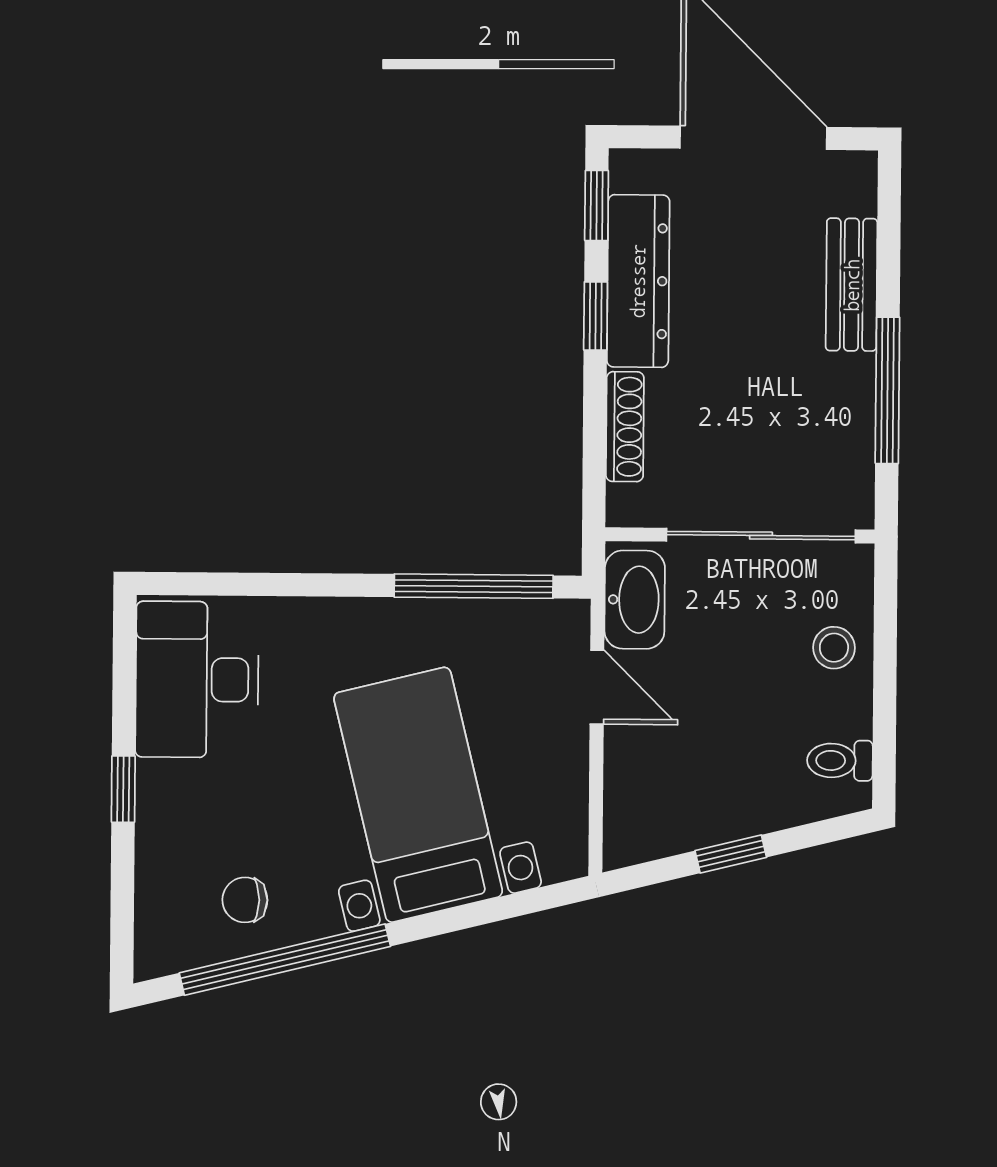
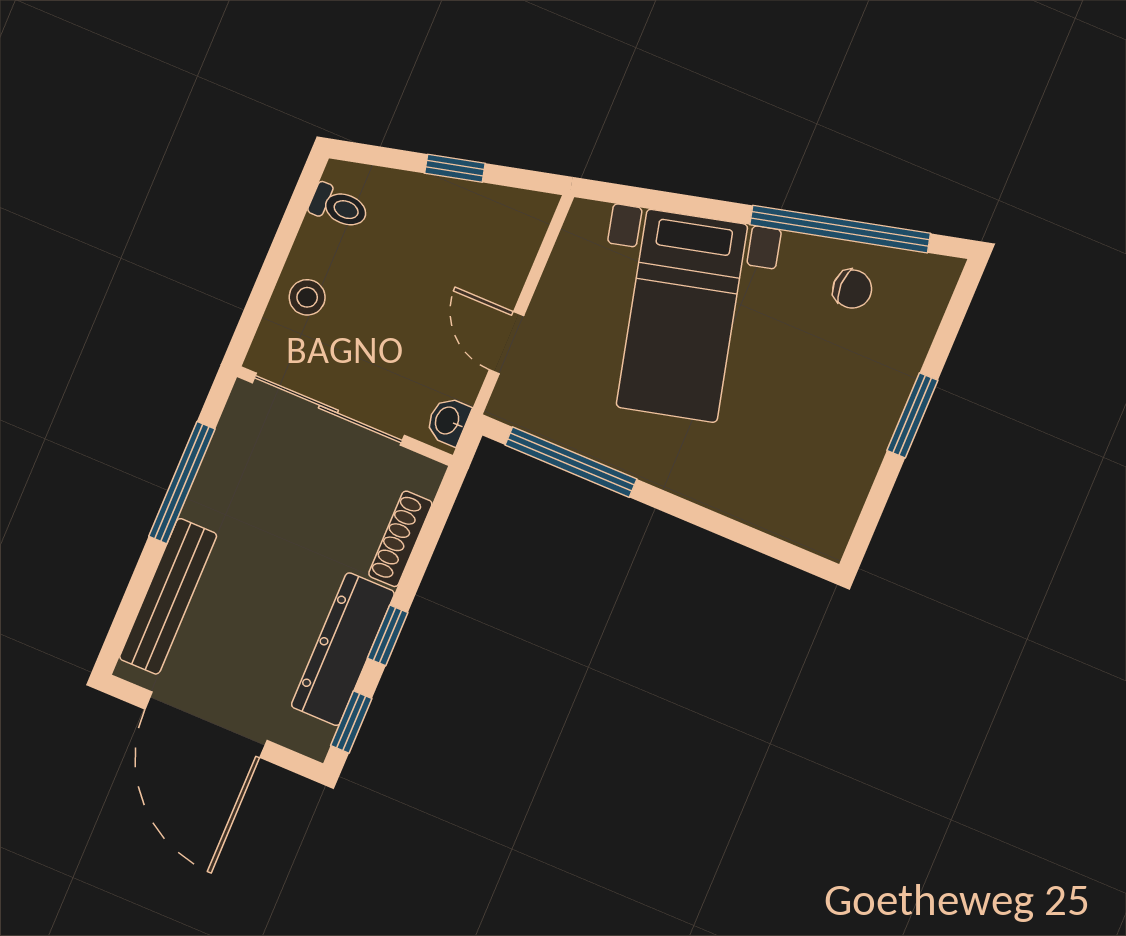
bench: (852, 285) -> (168, 596), width x1.36
washbasin: (635, 600) -> (448, 421), width x0.52, depth x0.69
desk: (197, 680) -> (819, 478), removed
window: (123, 789) -> (912, 415), width x1.50

